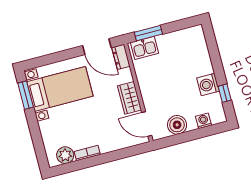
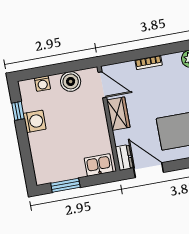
window: (148, 33) -> (65, 185), moved
bookcase: (87, 153) -> (149, 62), moved

